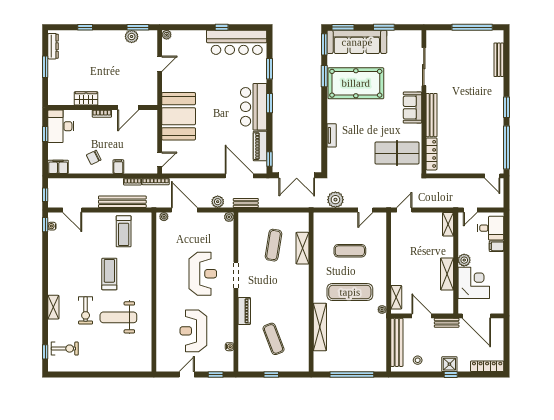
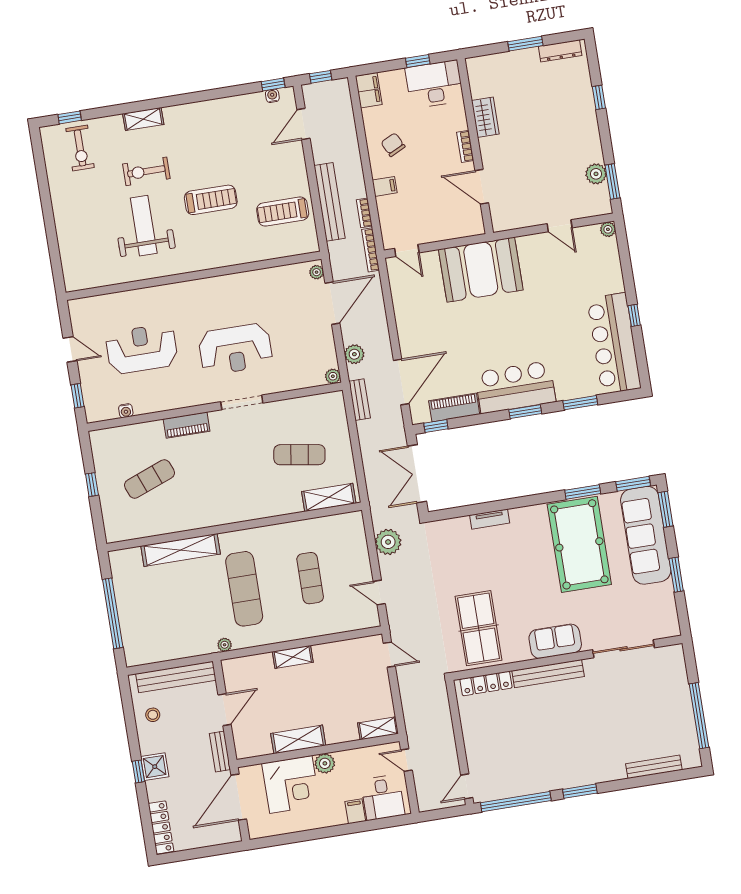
shelving: (302, 248) -> (329, 497), moved
shelving: (396, 297) -> (293, 657), moved

